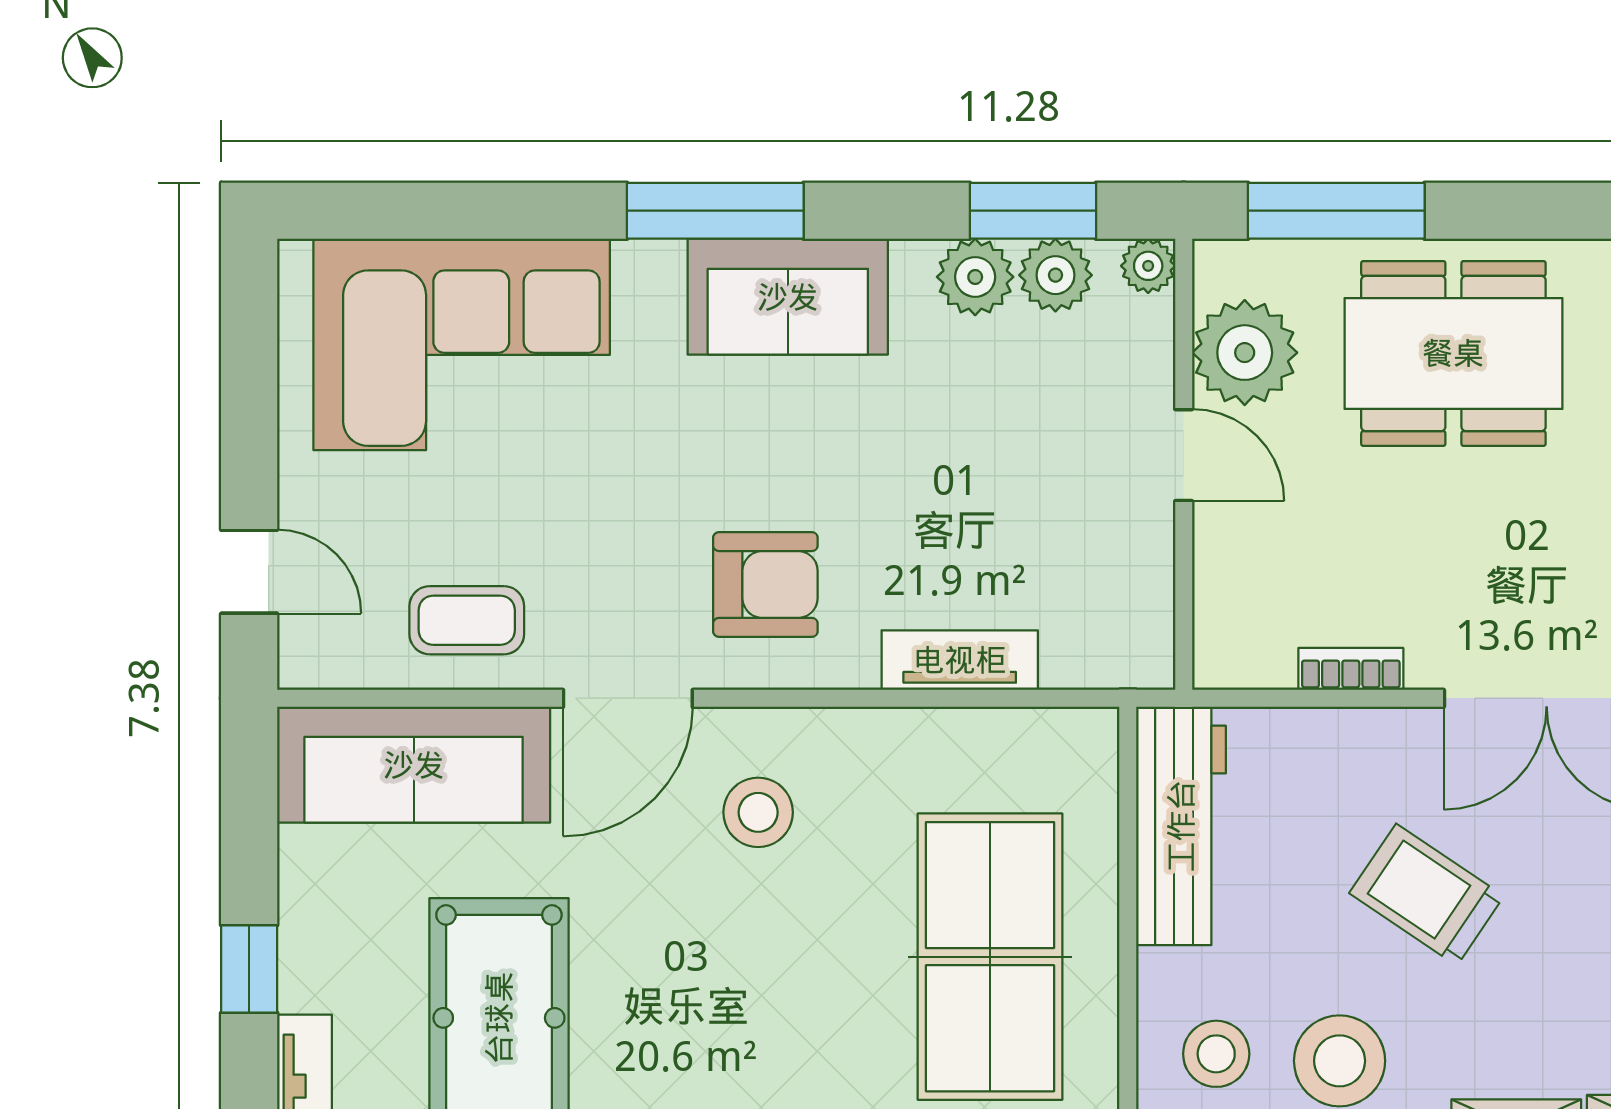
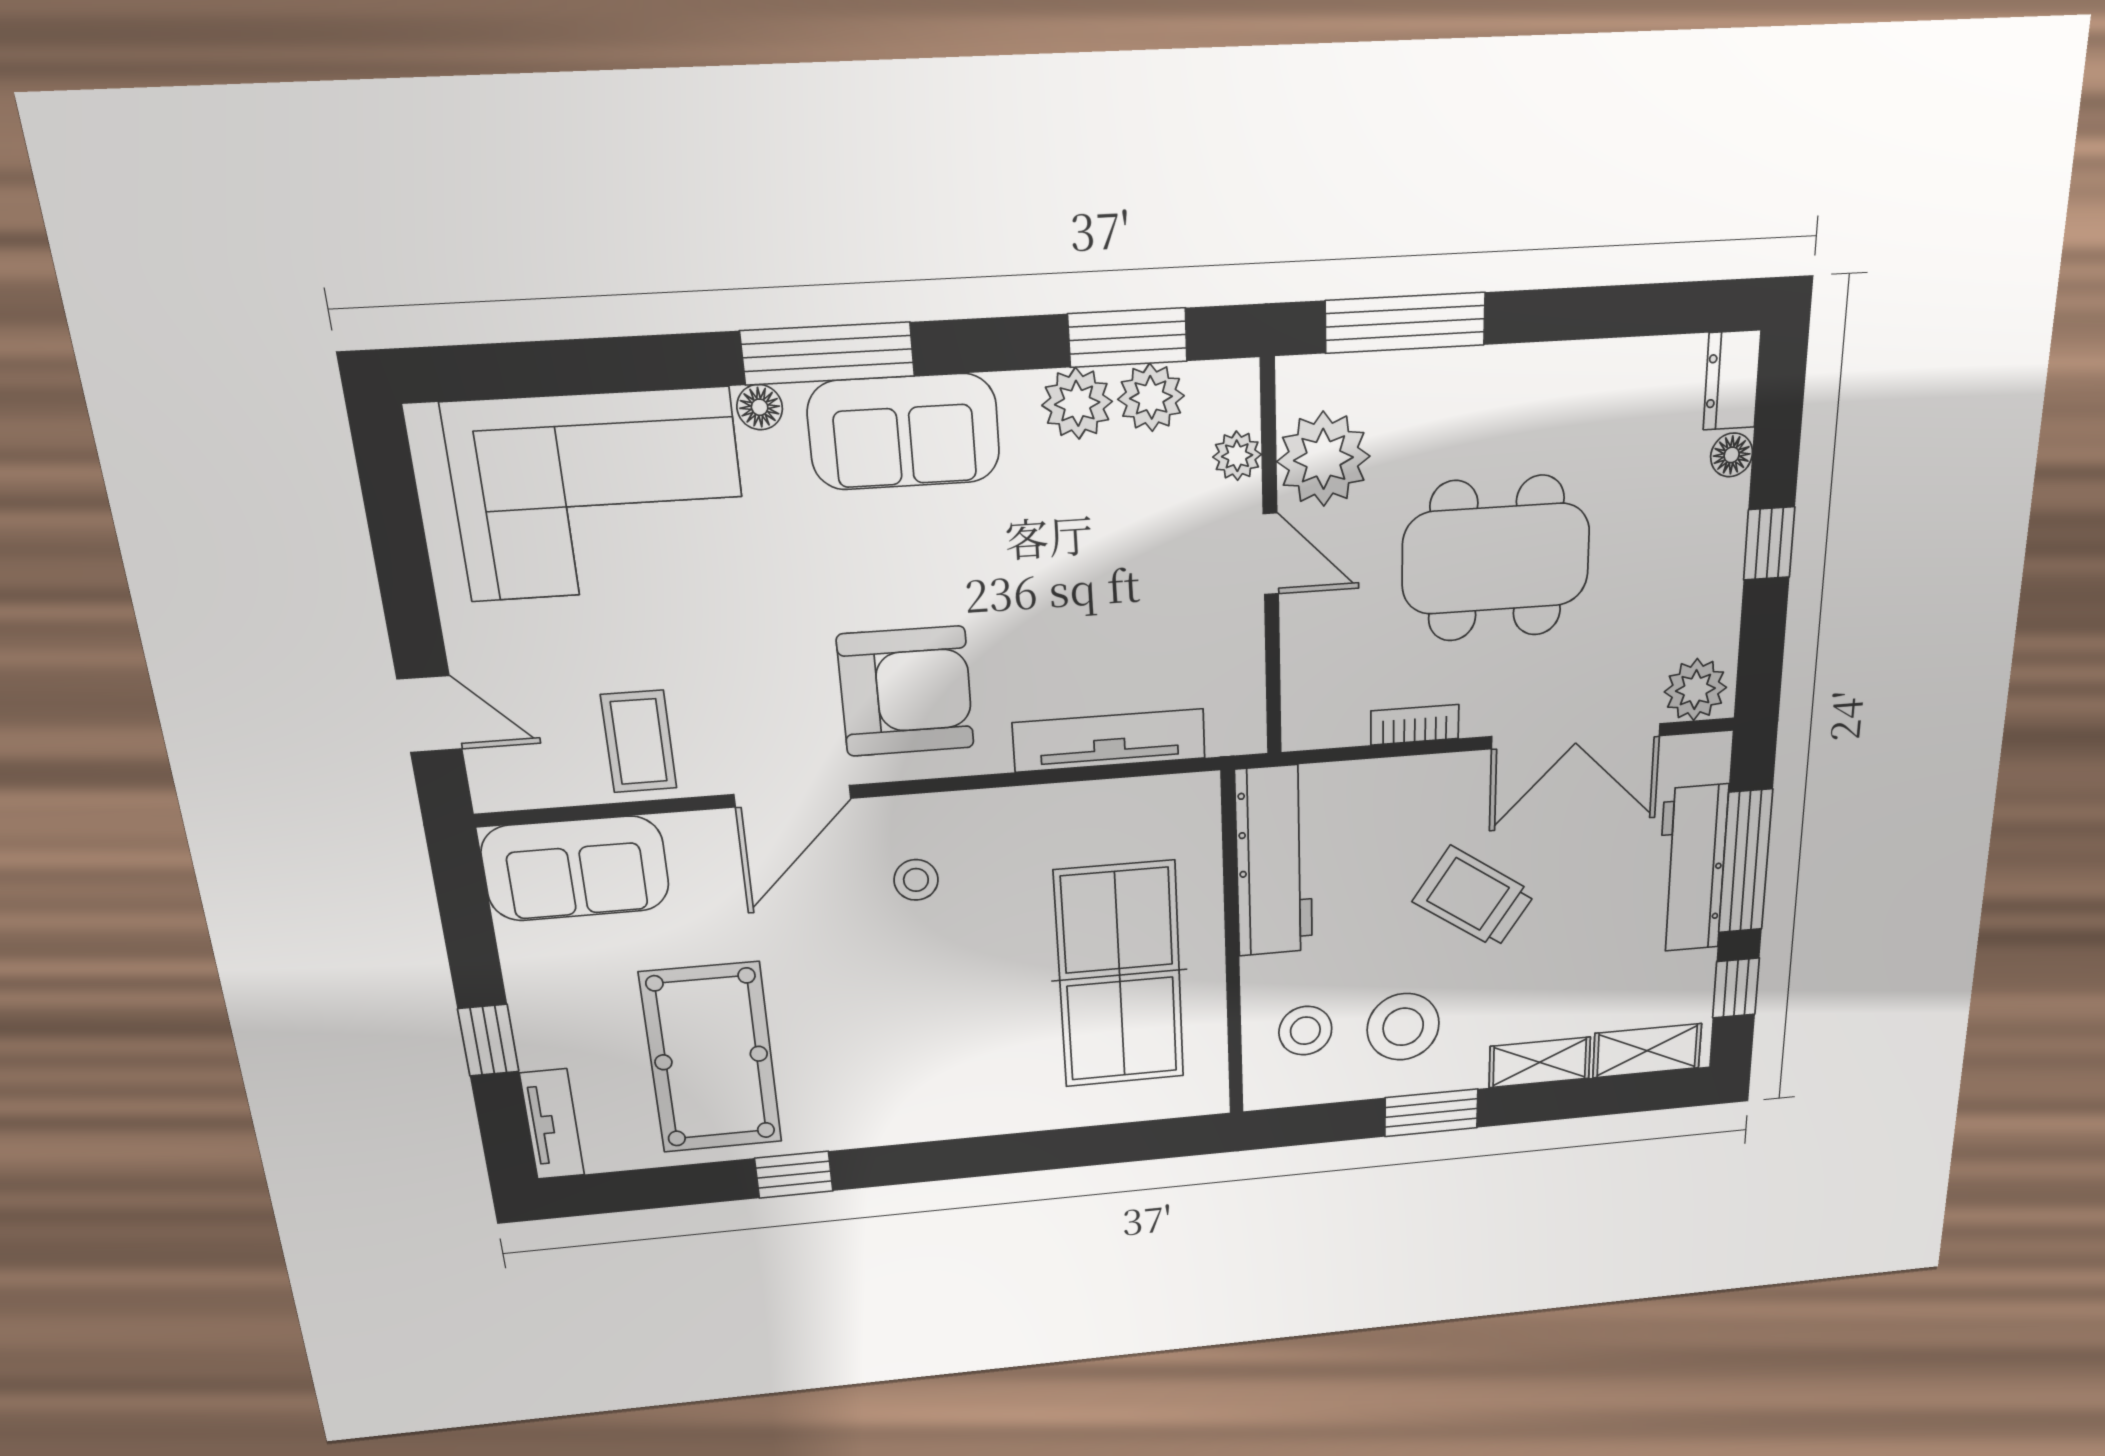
floor lamp: (639, 262) -> (760, 407), added
plant: (1148, 266) -> (1237, 456), moved
dining table: (1453, 353) -> (1496, 559), moved
armchair: (765, 584) -> (906, 691), width x1.36, depth x1.36
coffee table: (467, 620) -> (639, 742), turned 90
tv unit: (960, 660) -> (1109, 740), width x1.41
sofa: (414, 765) -> (576, 869), width x0.73
stool: (758, 812) -> (916, 880), width x0.73, depth x0.73

